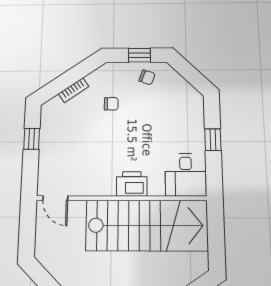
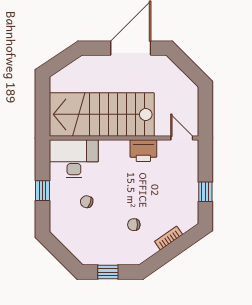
chair: (147, 77) -> (87, 202), moved
desk: (186, 175) -> (74, 159), width x1.37
printer: (132, 184) -> (143, 151), moved

